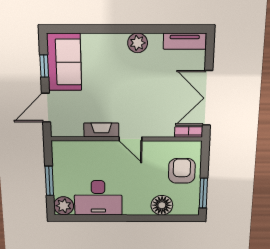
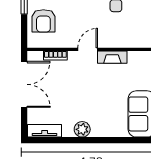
bookcase: (189, 132) -> (55, 56), moved
door: (131, 139) -> (88, 49), hinge flipped

